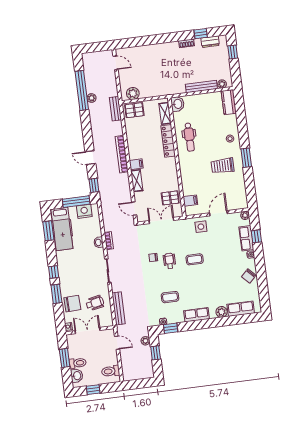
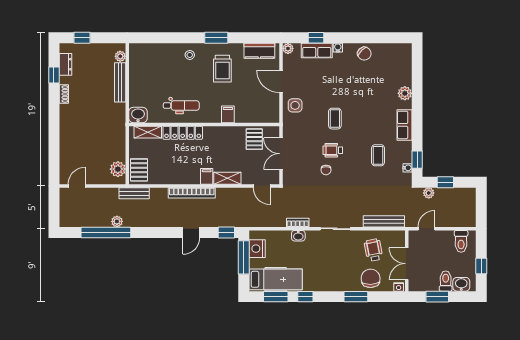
kitchen counter: (229, 102) -> (259, 51), moved
filing cabinet: (190, 201) -> (228, 114), moved
door: (134, 209) -> (262, 186), hinge flipped
window: (54, 272) -> (305, 297), moved
row of seats: (241, 309) -> (404, 69), removed

